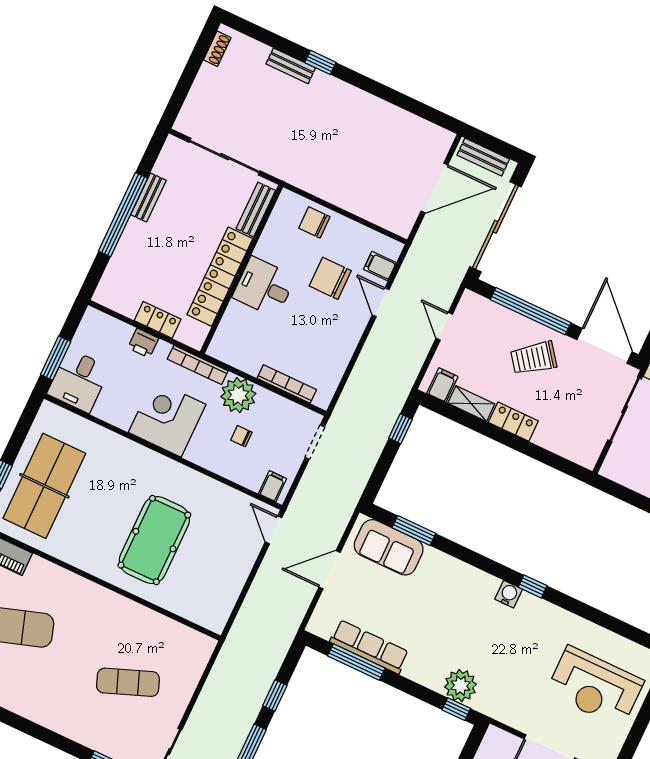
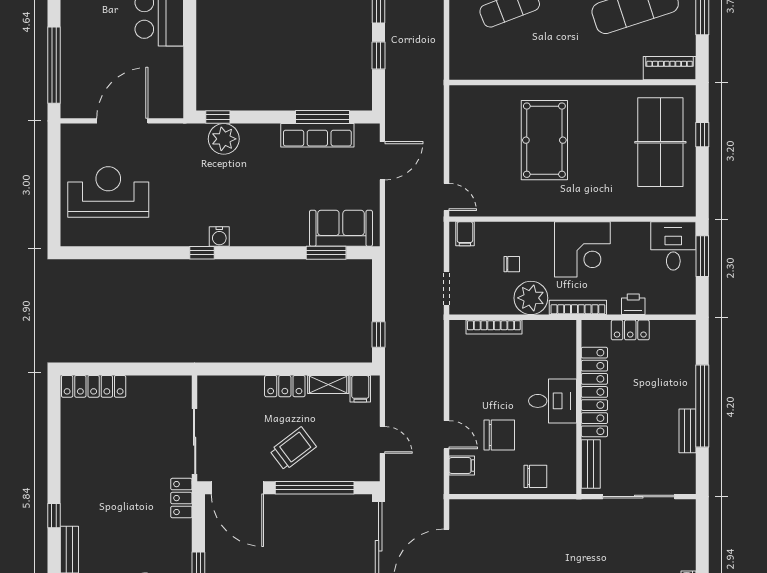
door: (330, 570) -> (382, 161), moved

